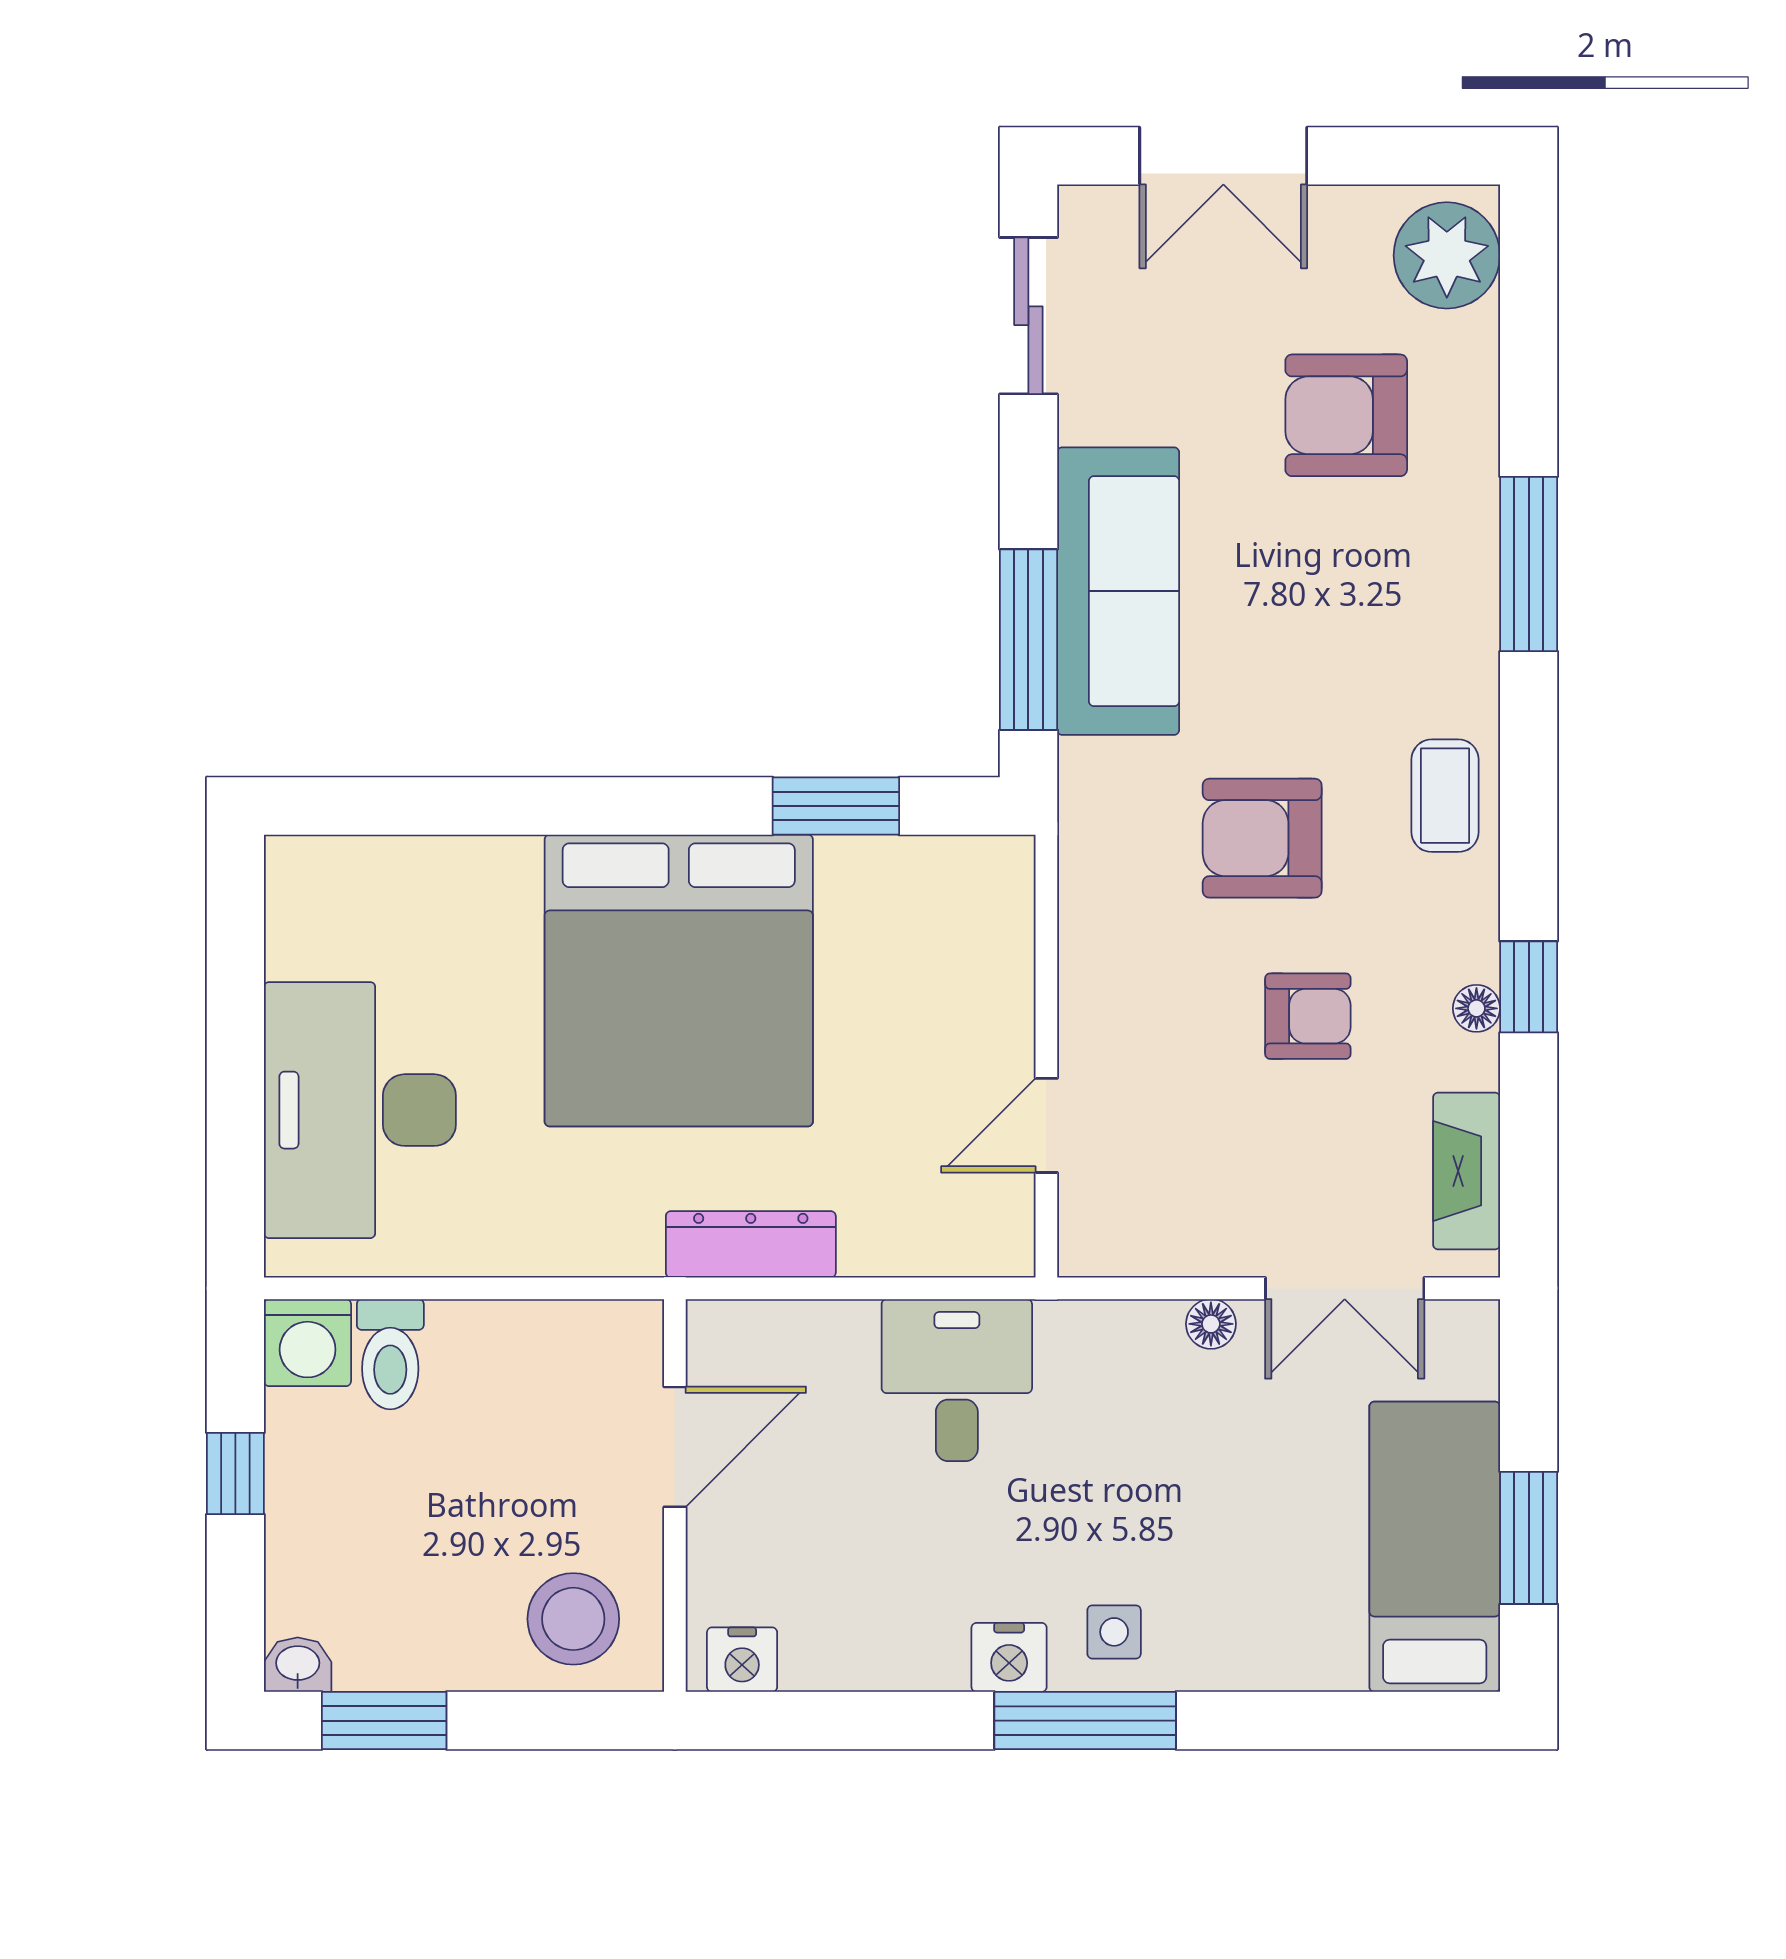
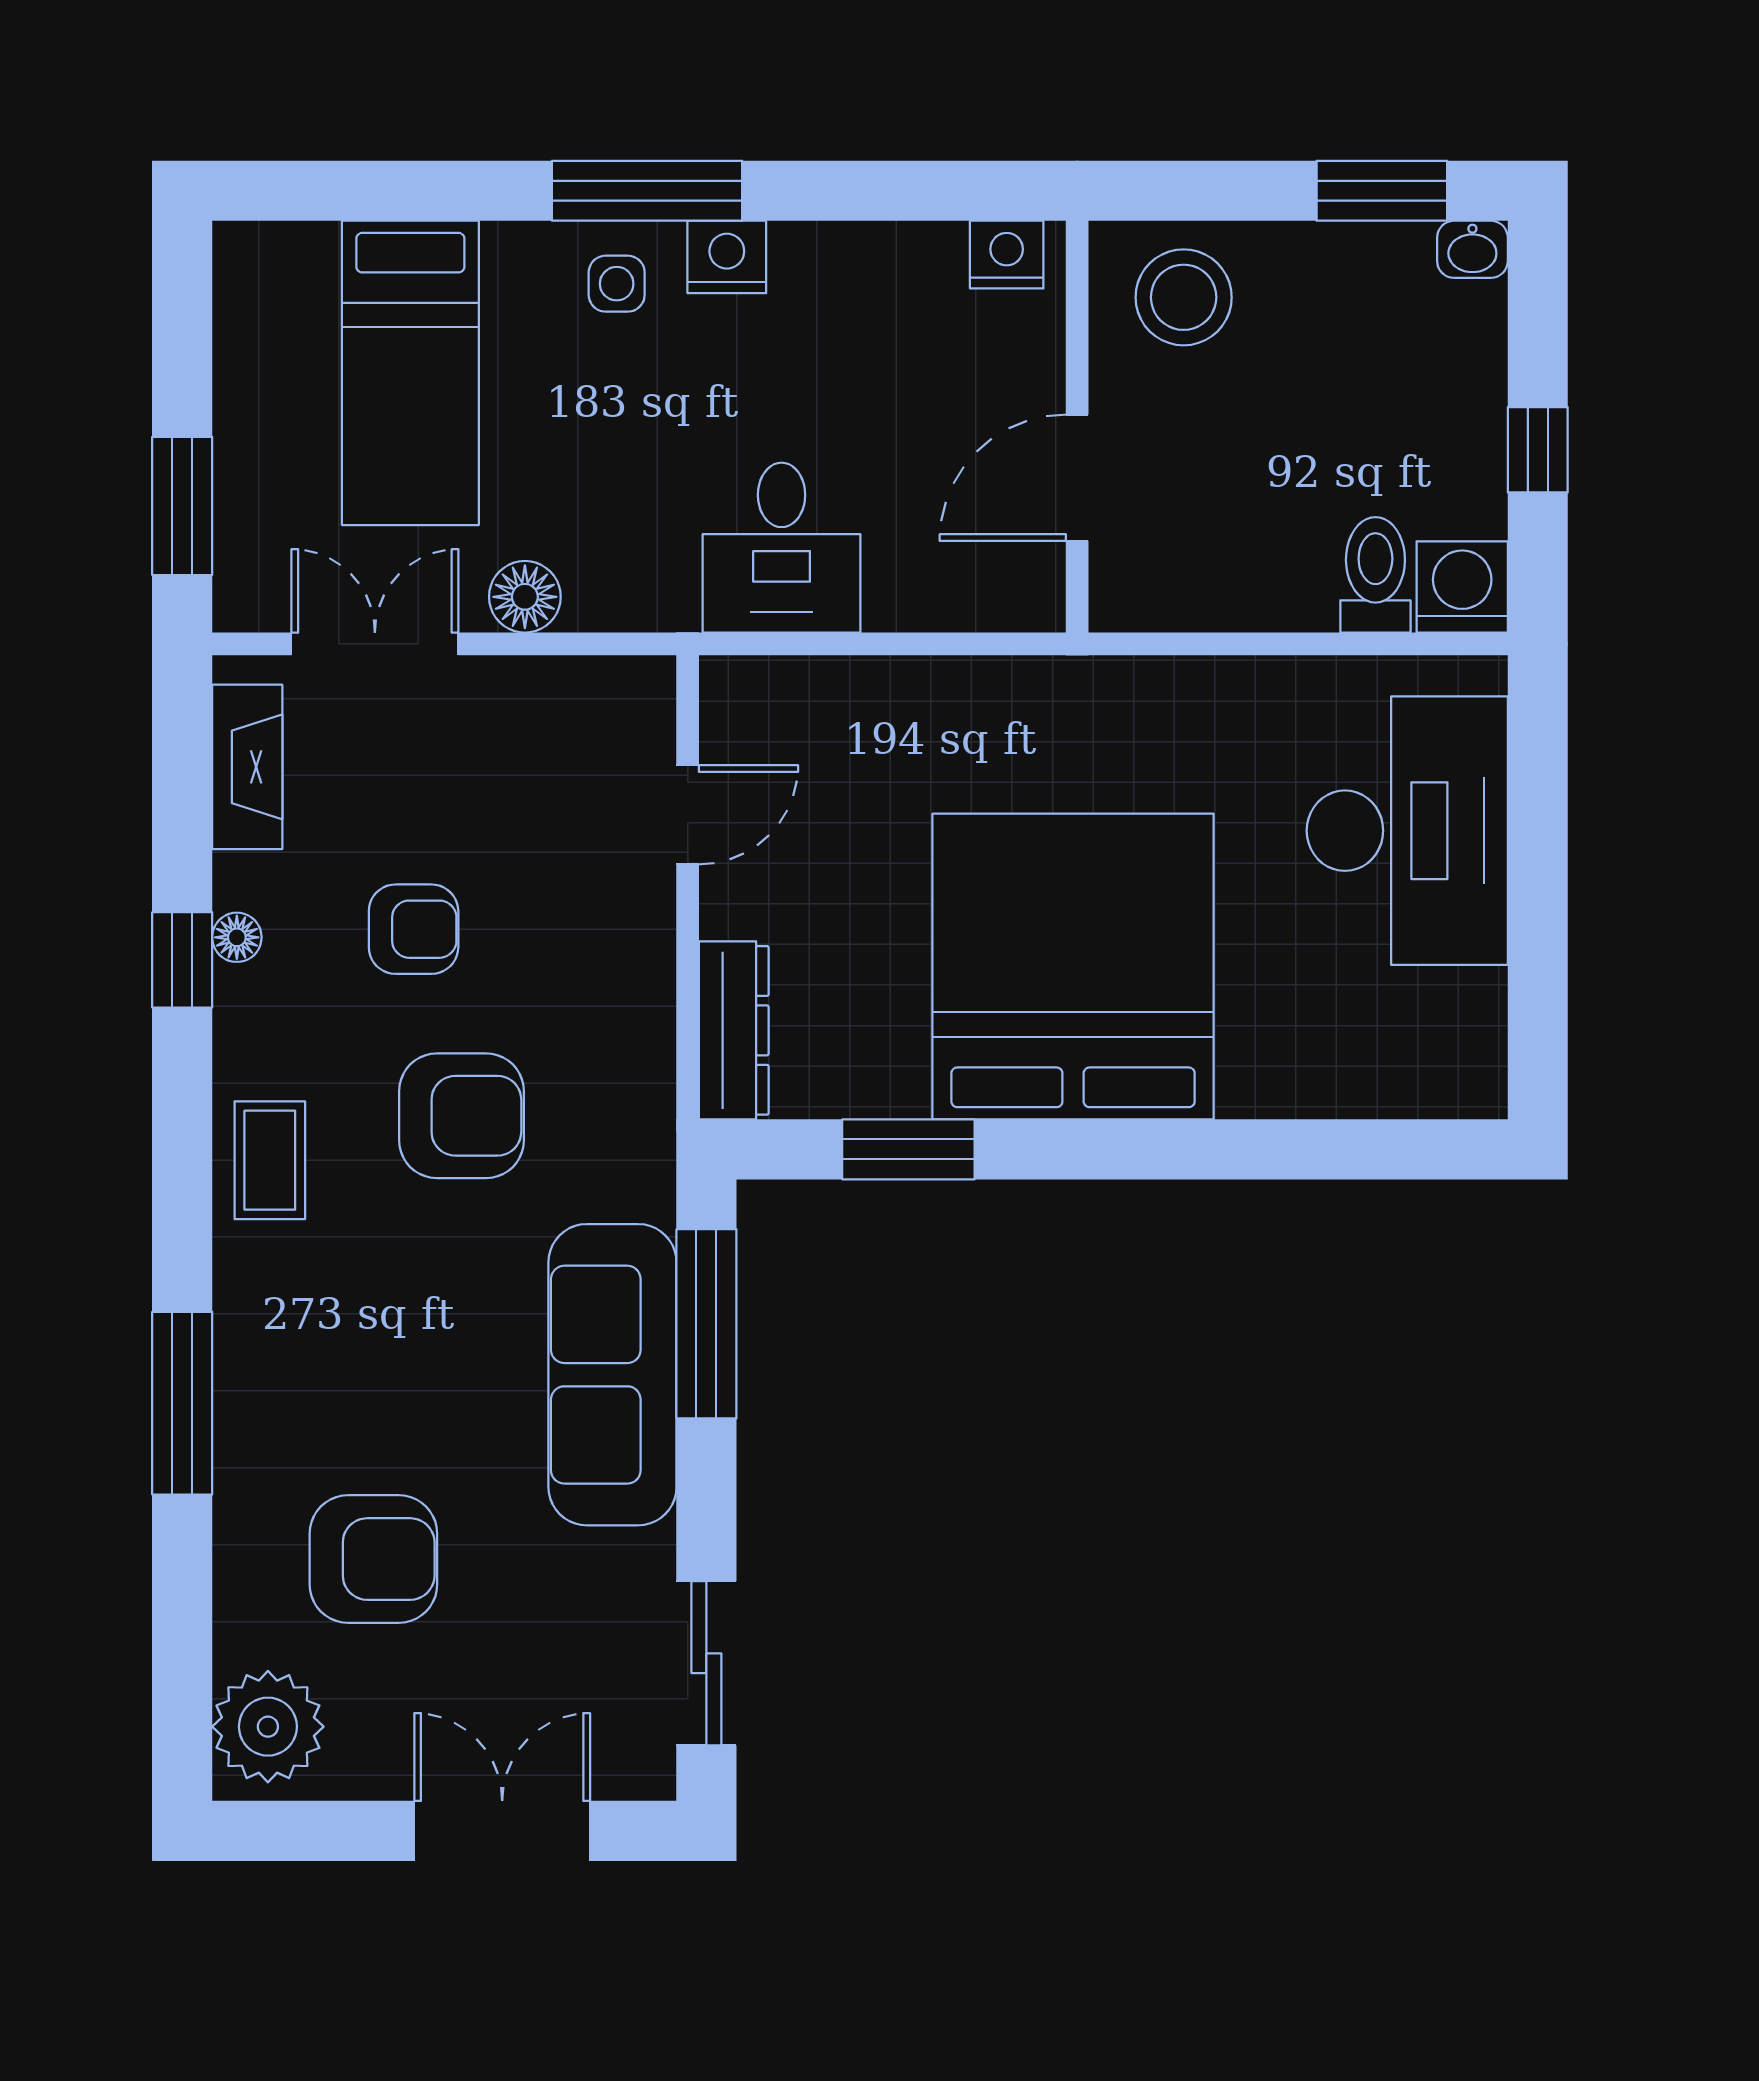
armchair: (1308, 1016) -> (414, 929), turned 180
dresser: (751, 1244) -> (734, 1030), moved, turned -90
floor lamp: (1211, 1324) -> (525, 597), width x1.37, depth x1.37
window: (1529, 1538) -> (182, 506), moved
bed: (1435, 1547) -> (410, 373), moved

